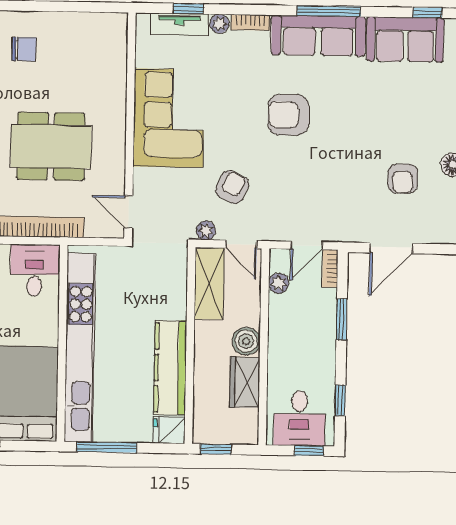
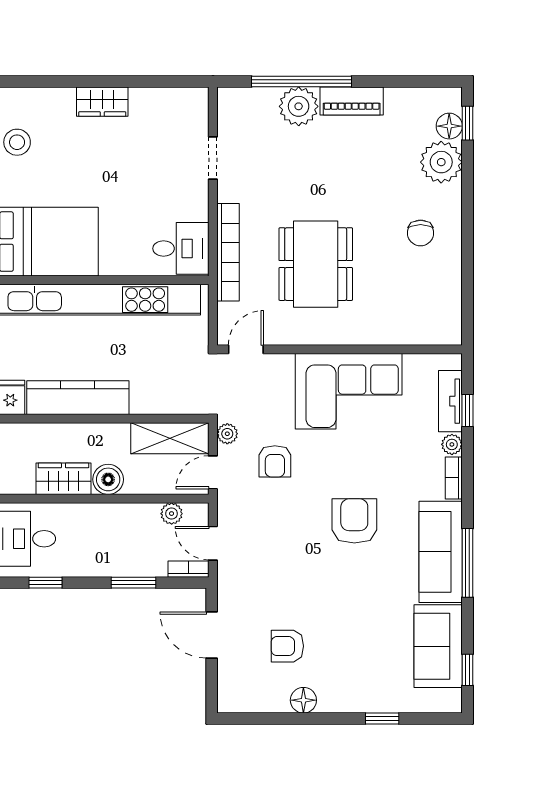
armchair: (232, 187) -> (275, 461), turned 64

